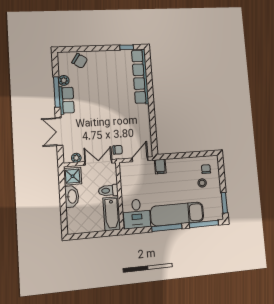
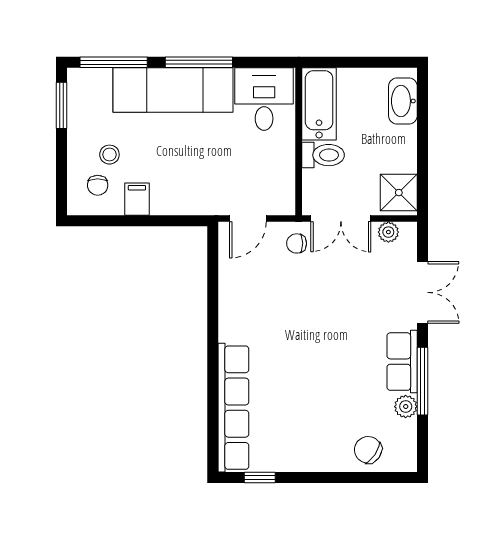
filing cabinet: (160, 166) -> (137, 199), moved
washbasin: (72, 196) -> (403, 101), moved

